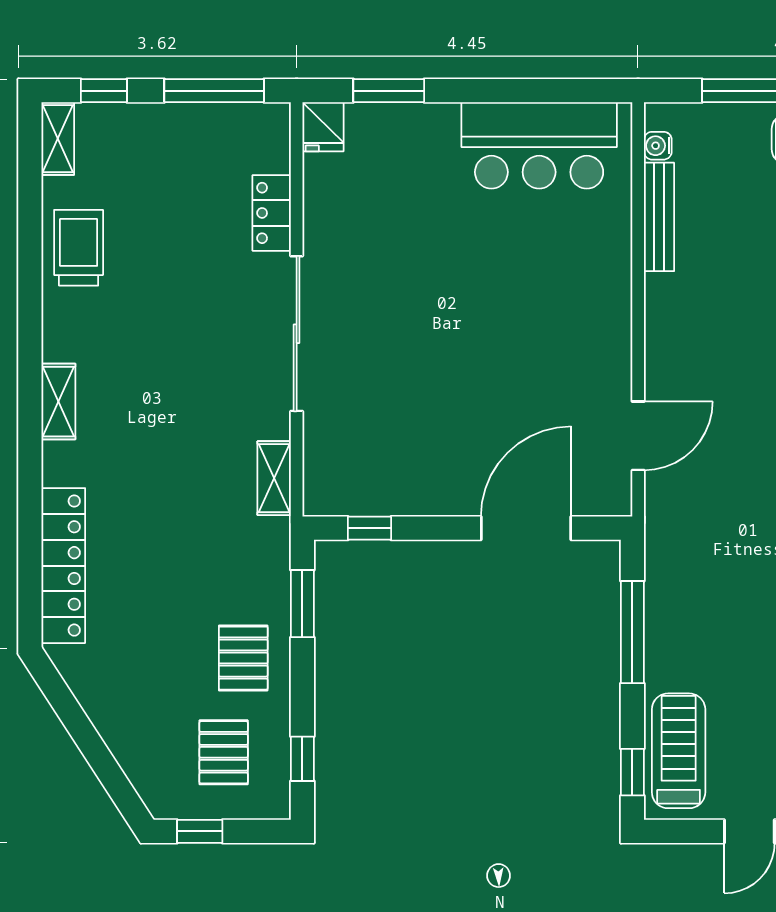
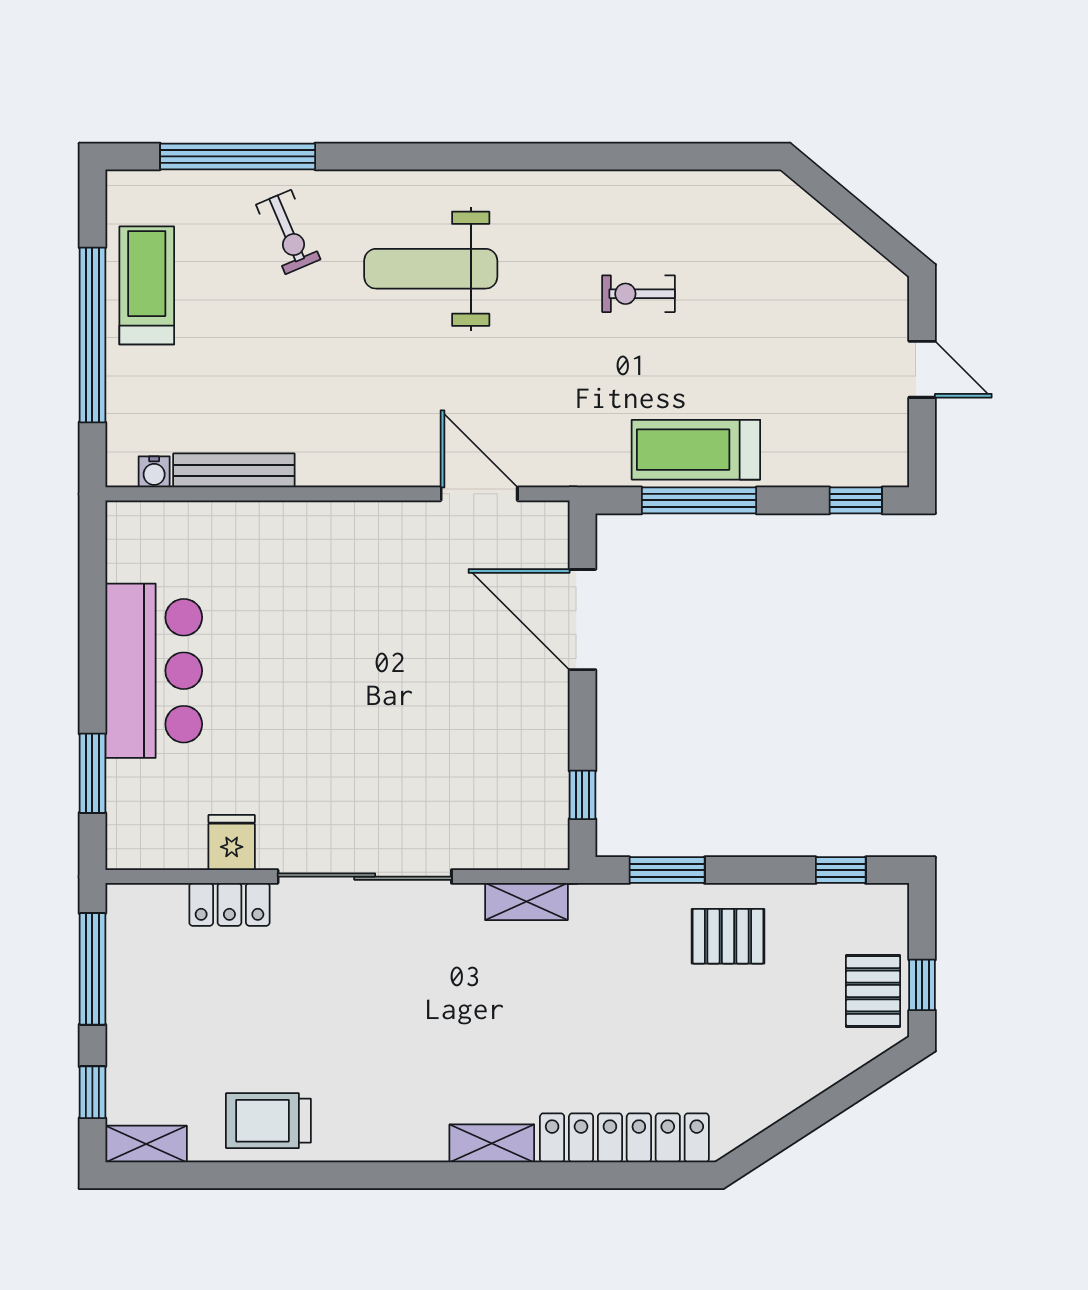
fridge: (323, 127) -> (232, 842), moved, turned -90
bar counter: (539, 145) -> (154, 671), moved
shelving: (58, 402) -> (492, 1143), moved
treadmill: (679, 751) -> (696, 450), moved
pallet: (224, 752) -> (873, 991), moved, turned 90

